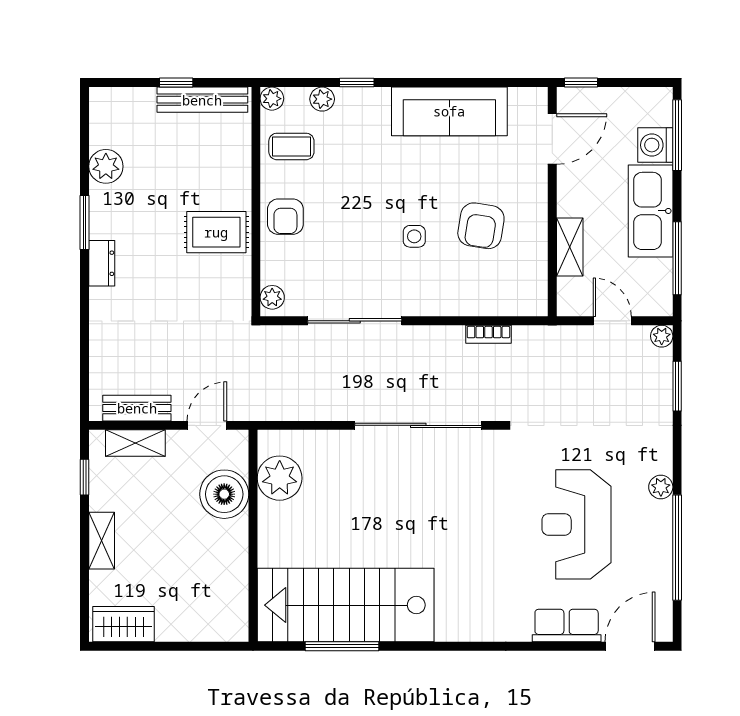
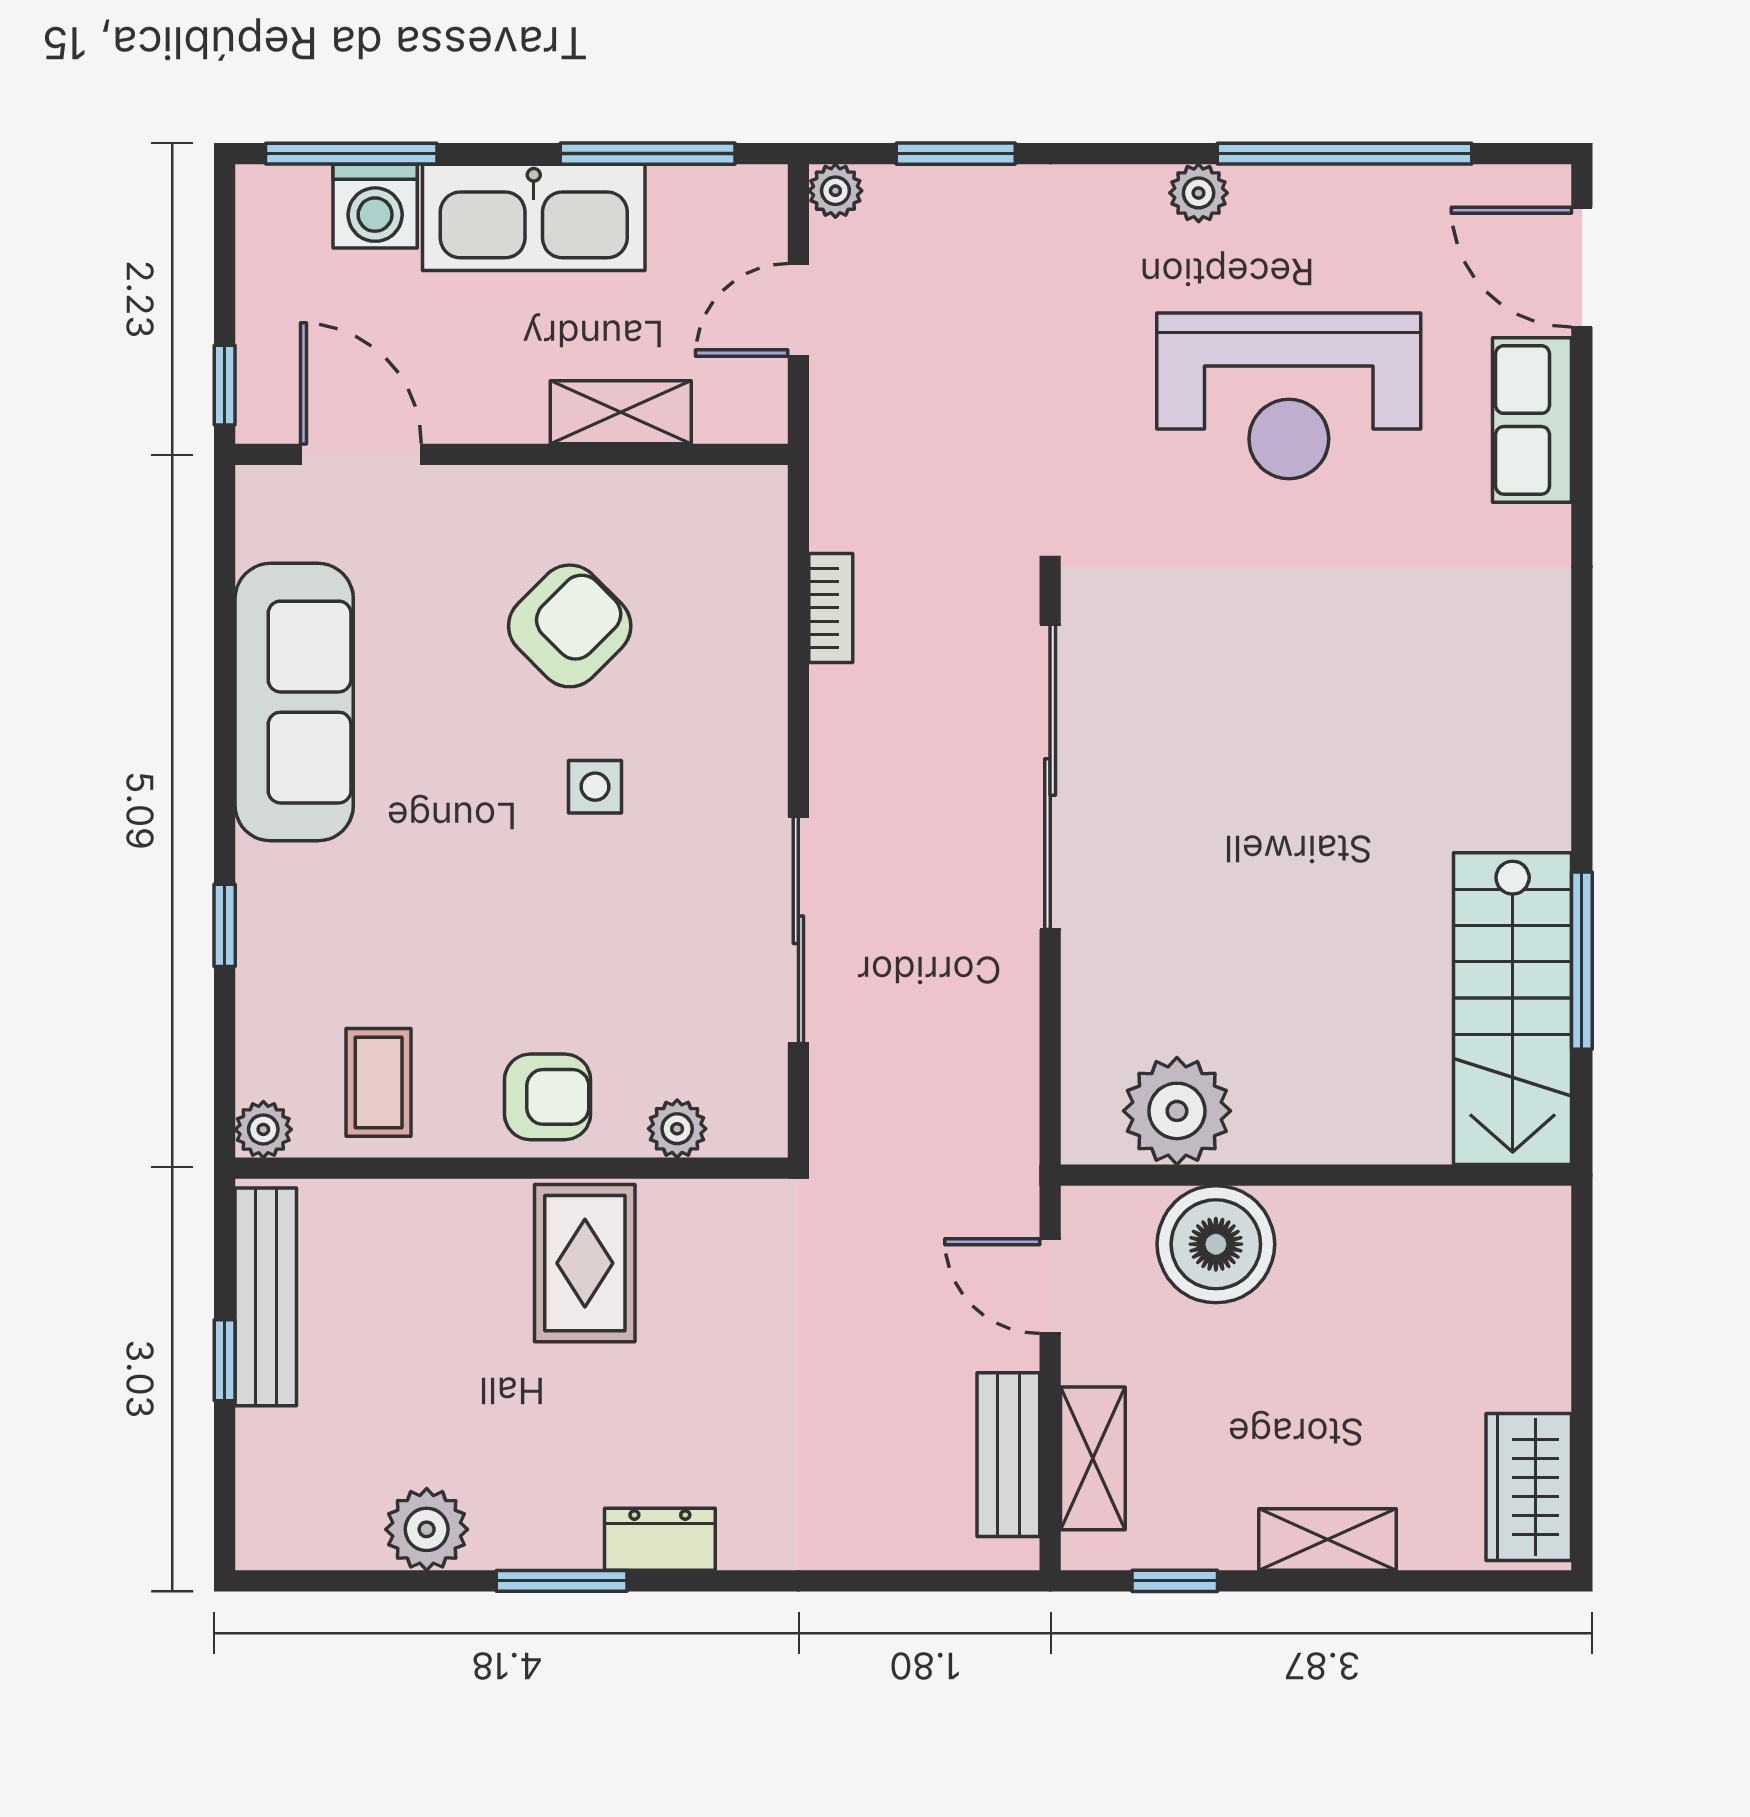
plant: (322, 99) -> (264, 1009), removed
armchair: (481, 226) -> (570, 626), turned -54
plant: (272, 297) -> (677, 1129), moved
stairs: (346, 605) -> (1513, 1009), width x0.73, depth x0.66

